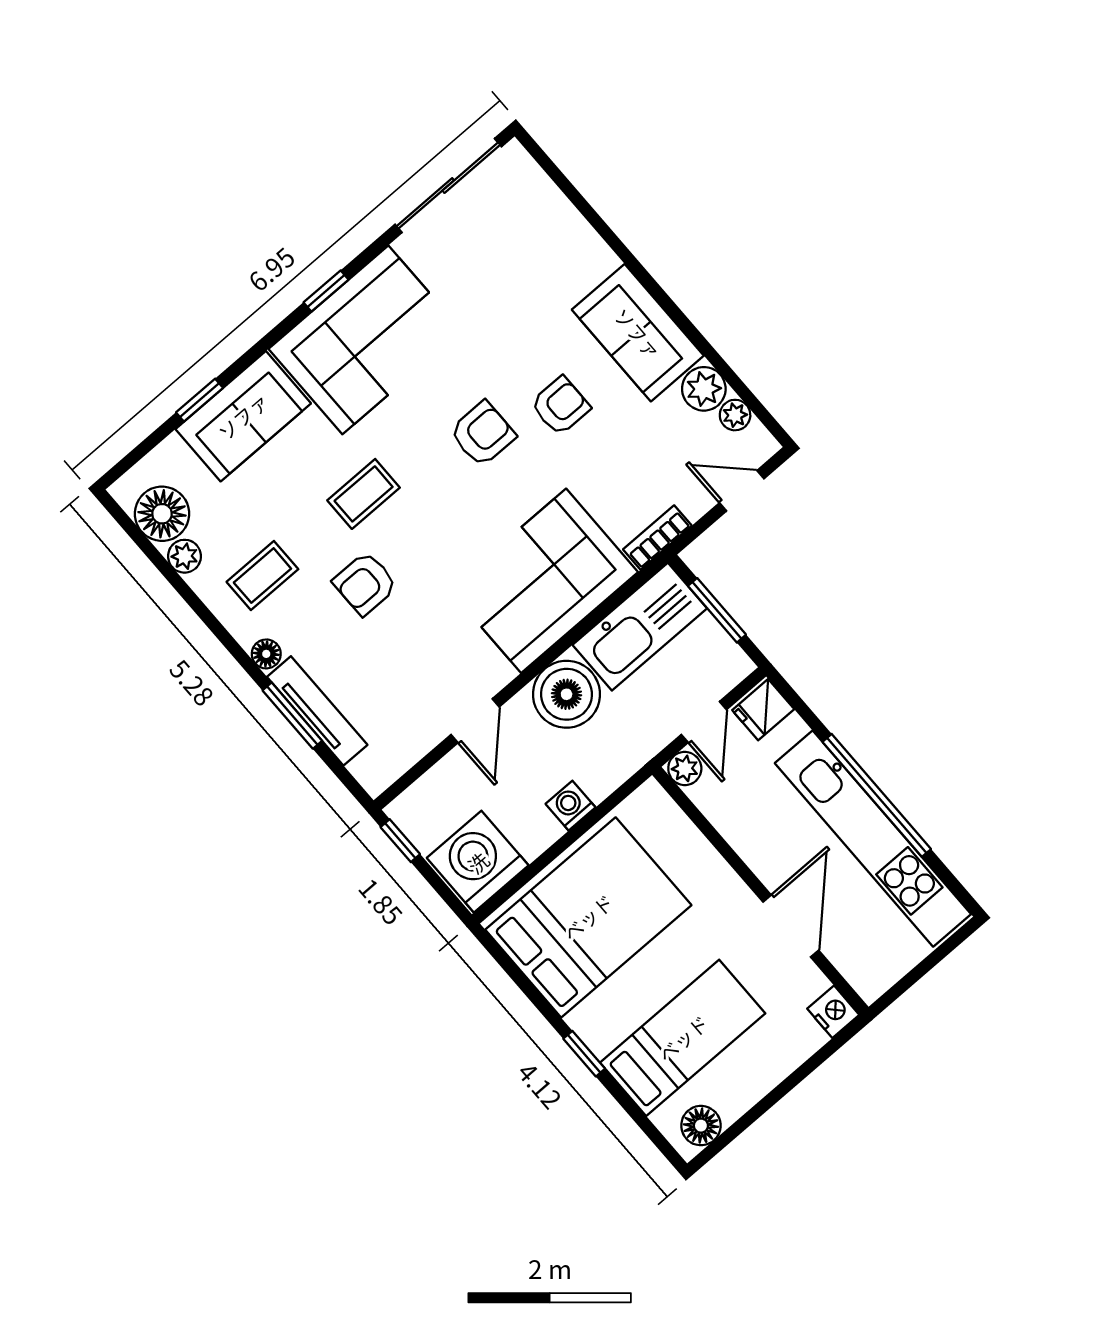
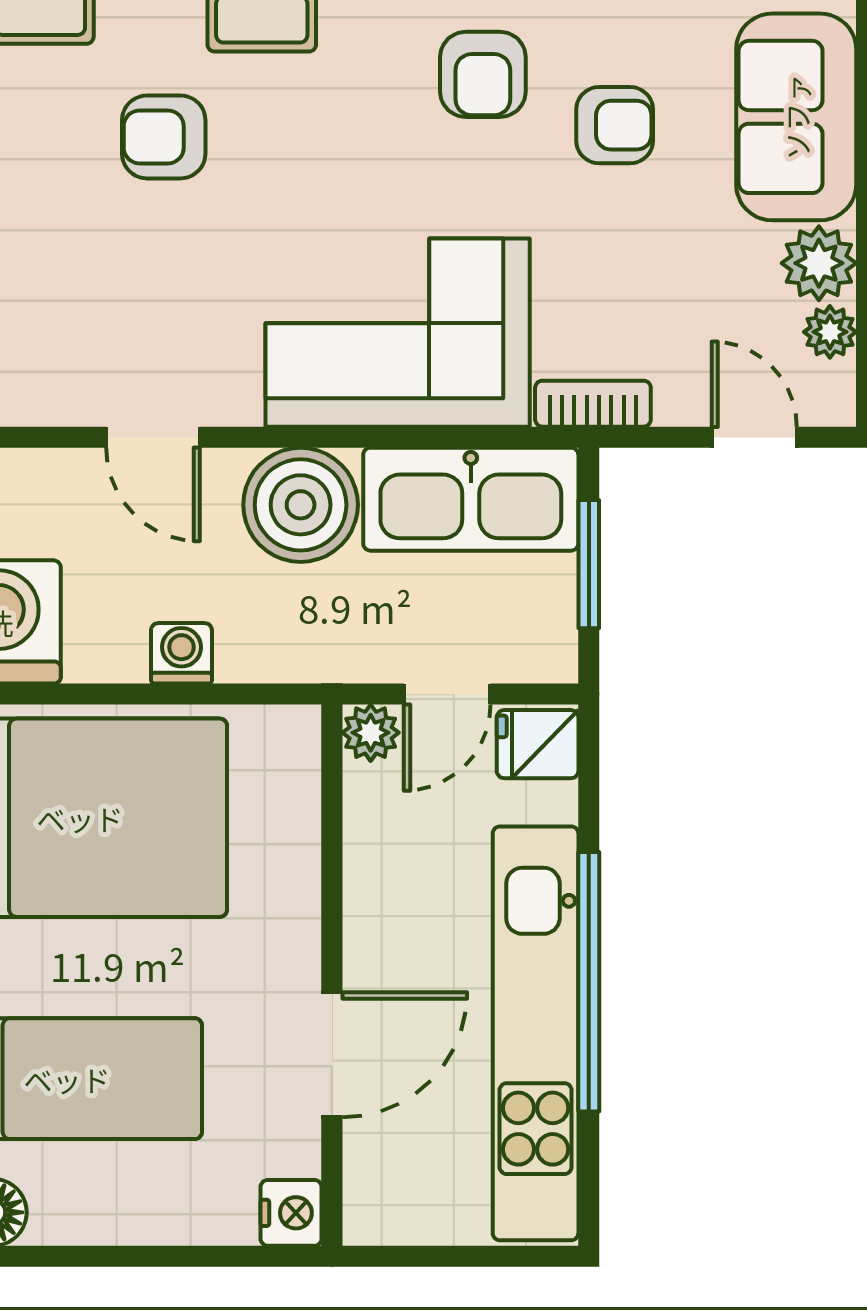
armchair: (483, 434) -> (483, 74), turned 90
door: (475, 721) -> (153, 437), hinge flipped

